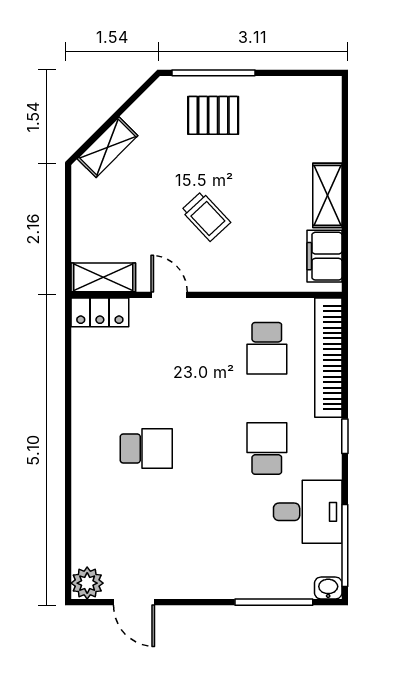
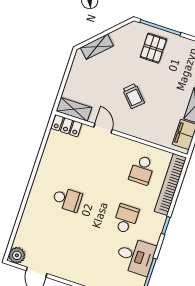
pallet: (213, 115) -> (153, 48), turned 90

